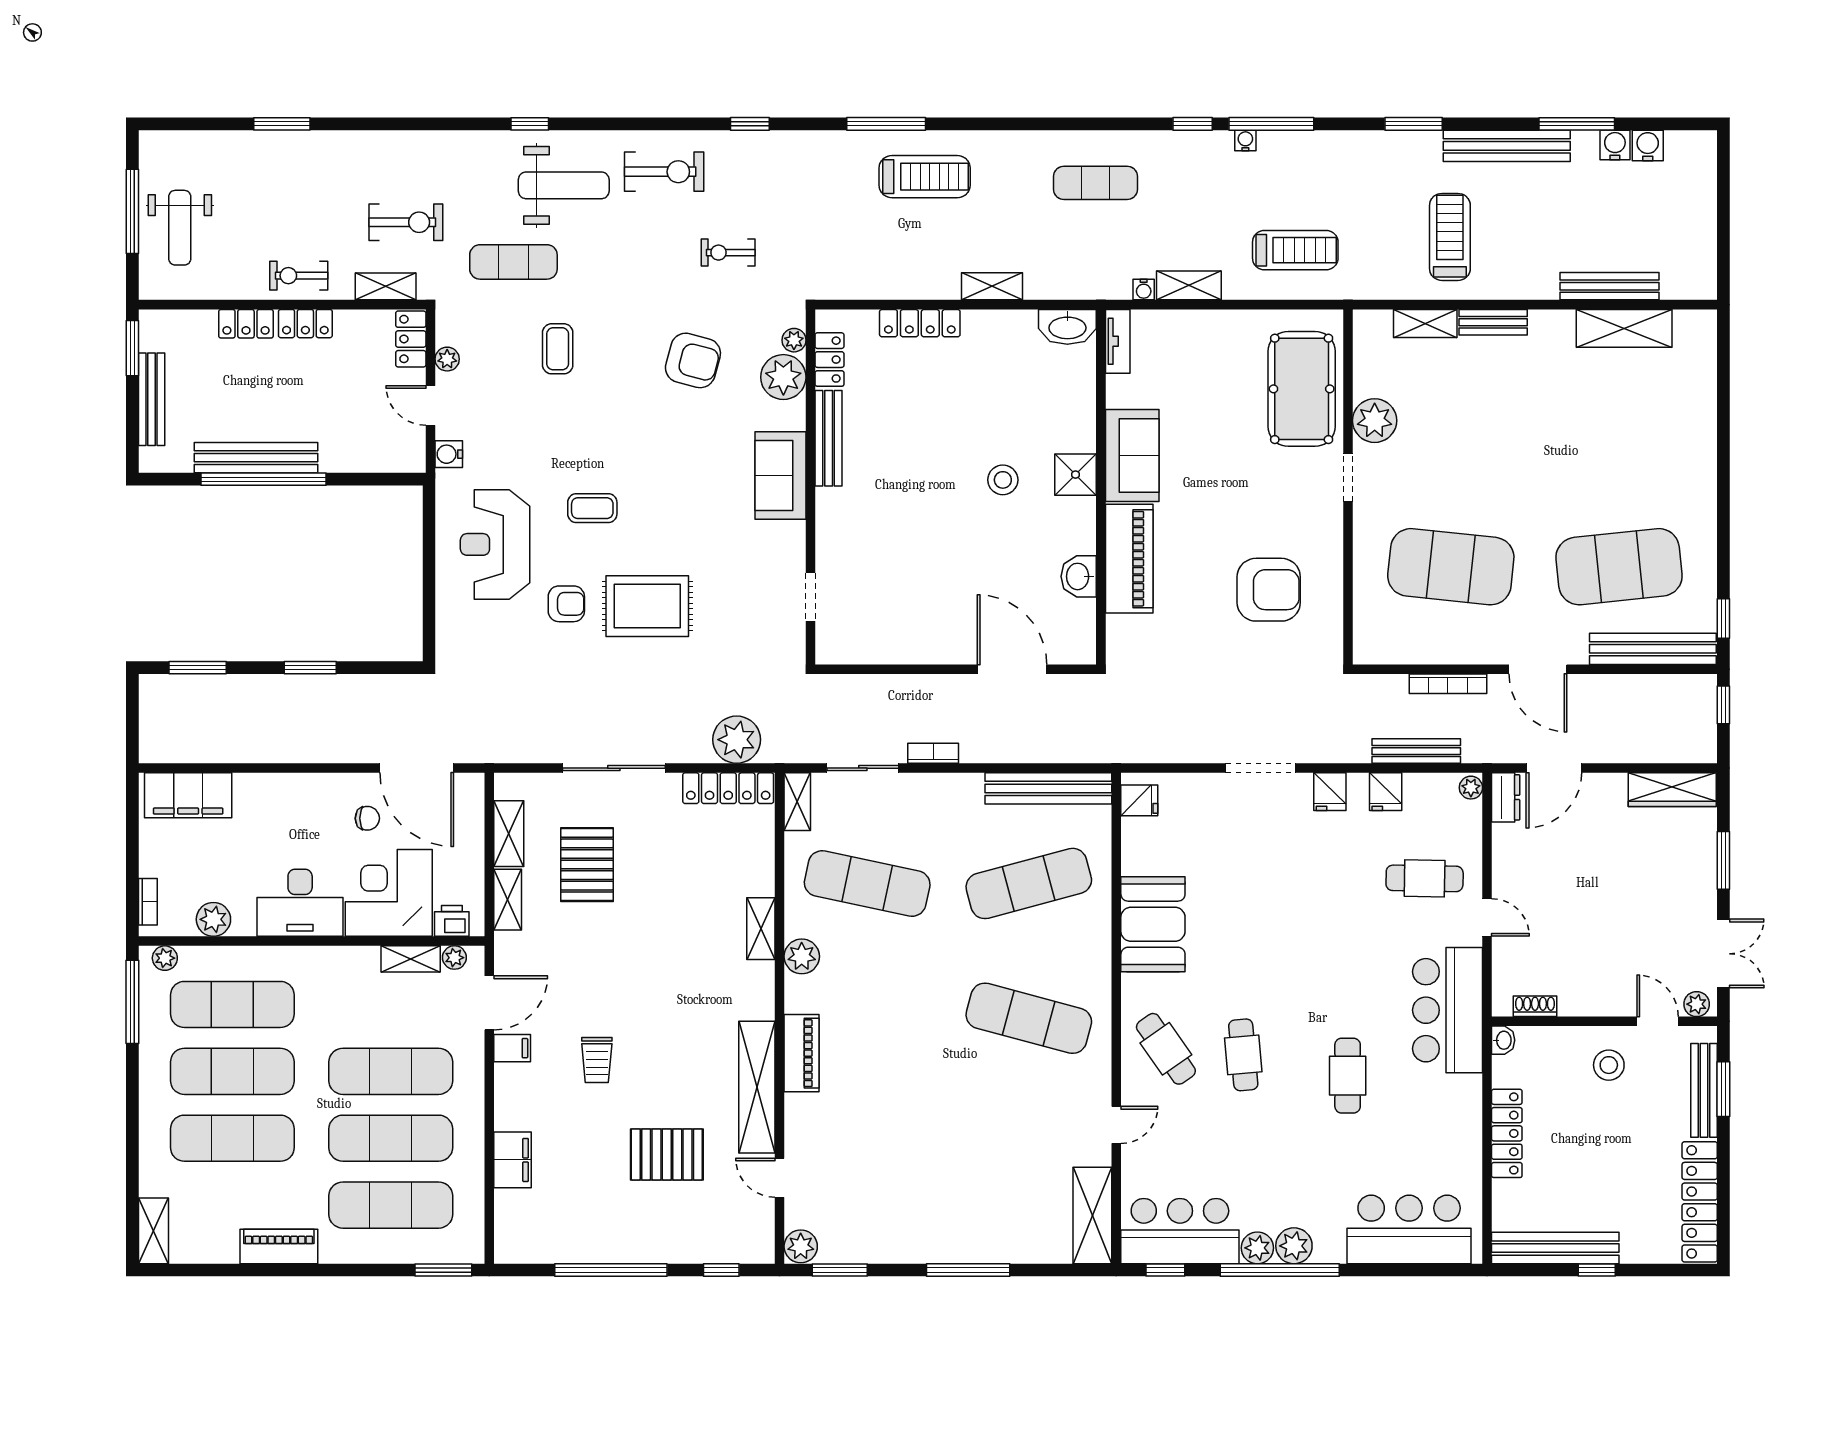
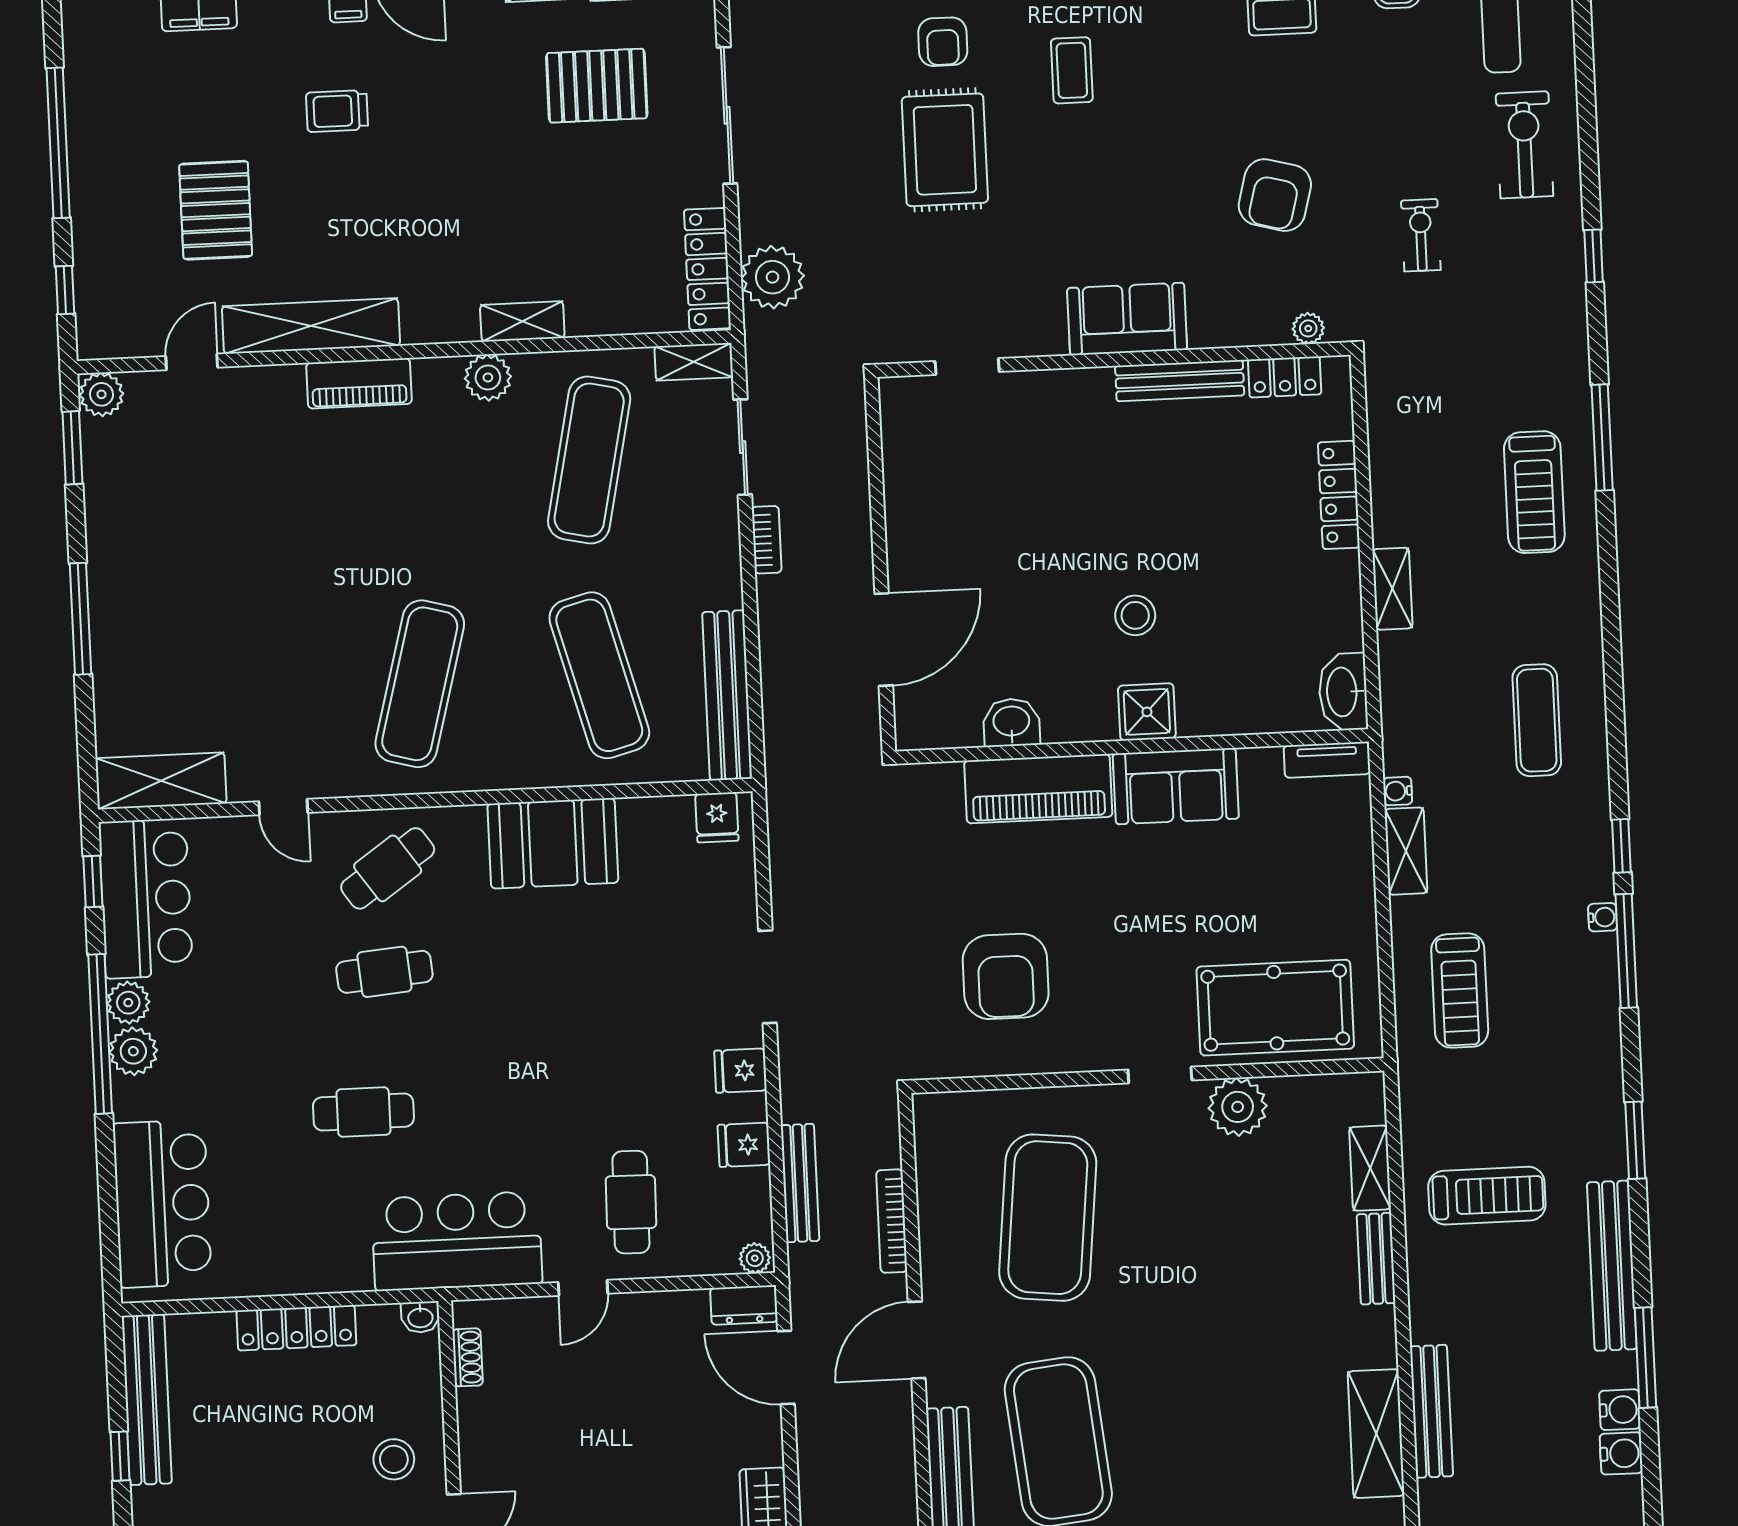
exercise bike: (664, 172) -> (1524, 145), turned 180
plant: (783, 377) -> (1258, 317), removed

